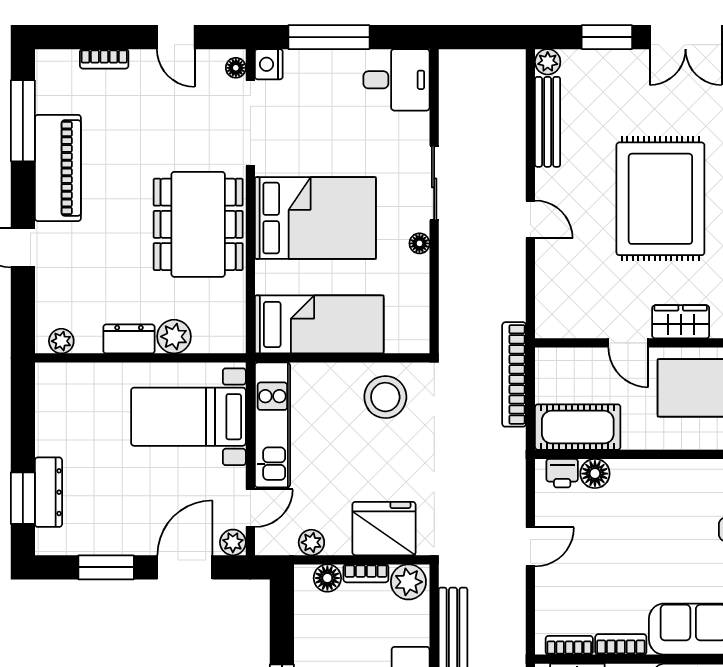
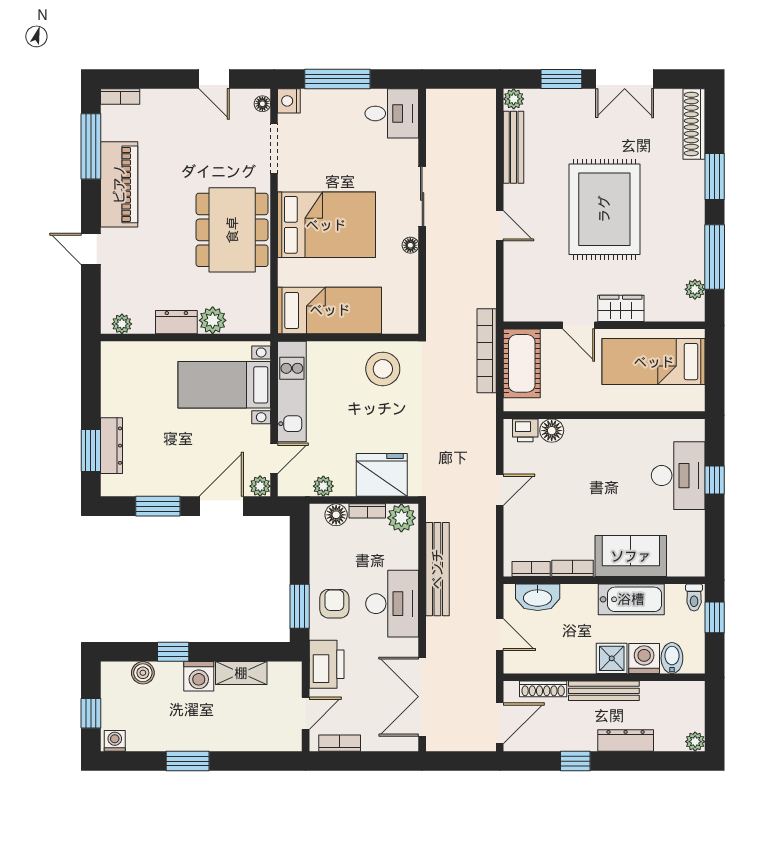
bookcase: (104, 59) -> (120, 97), moved
doorway: (250, 123) -> (274, 148), width x0.73
cot: (578, 427) -> (522, 363), moved, turned 90

